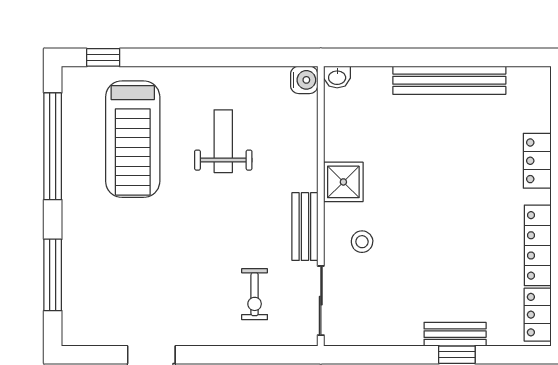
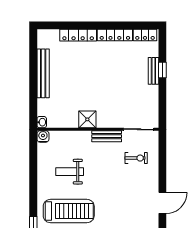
locker: (537, 161) -> (78, 35), width x1.53
stool: (362, 242) -> (113, 111), removed

